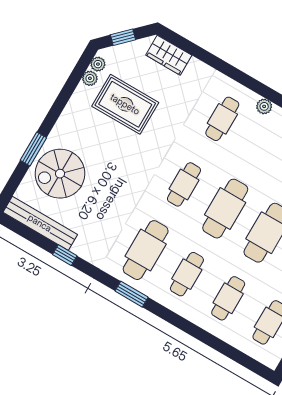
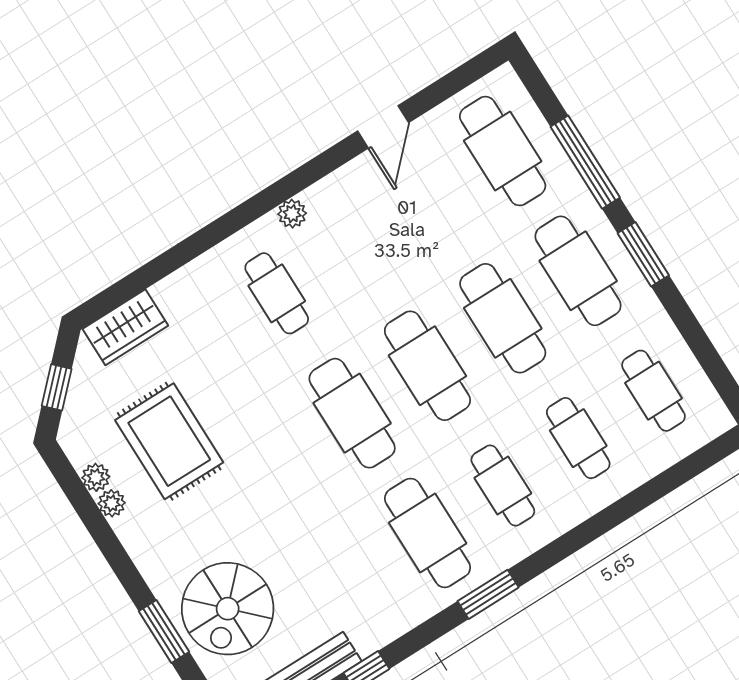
plant: (98, 64) -> (112, 503), moved
rug: (125, 104) -> (169, 441), turned 90
cafe table: (184, 184) -> (352, 413), width x1.37, depth x1.35

